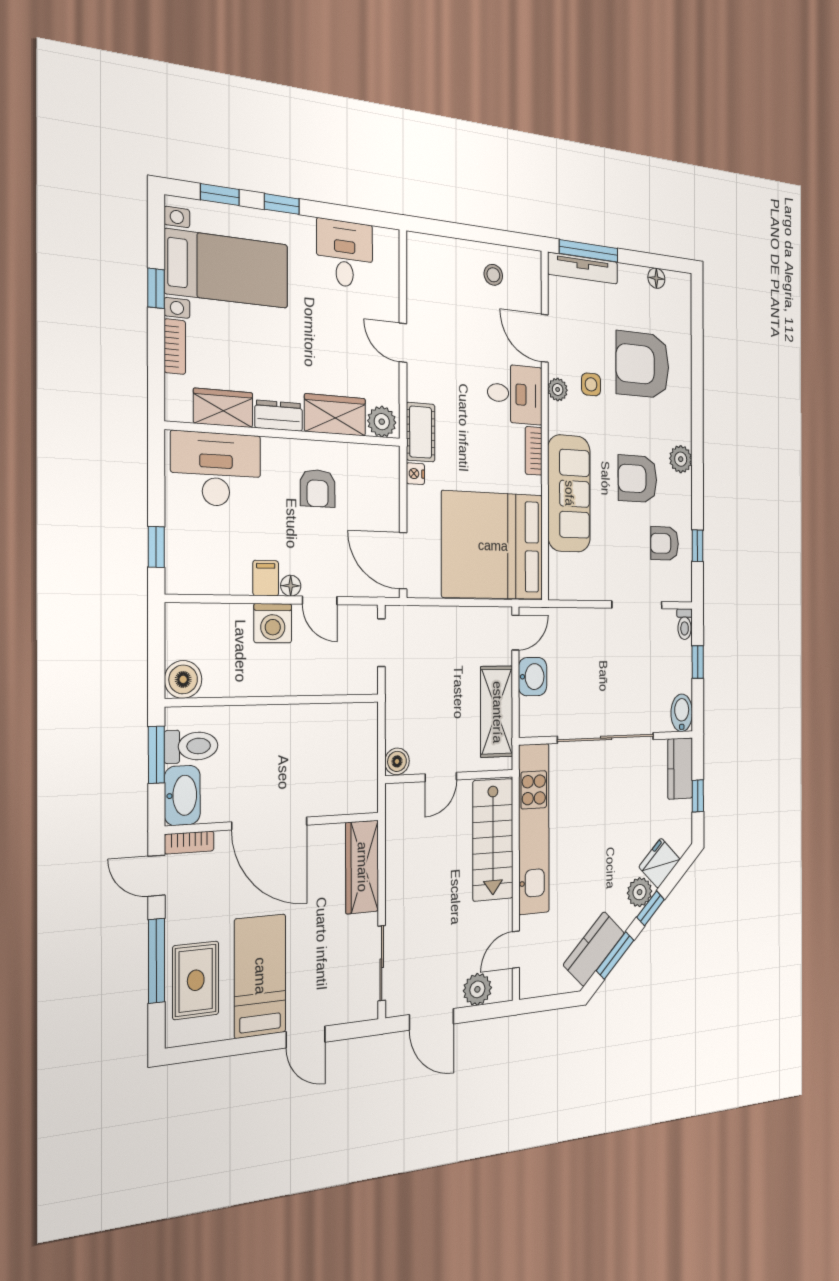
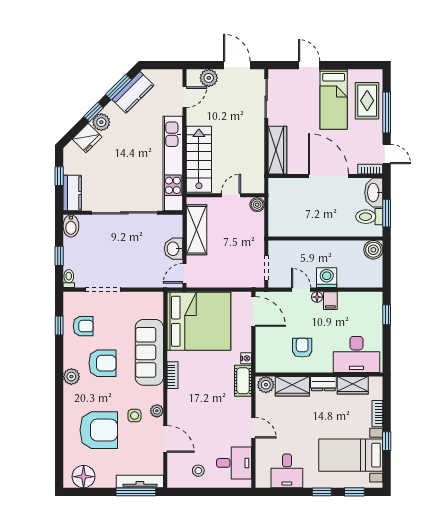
floor lamp: (656, 278) -> (84, 477), width x1.89, depth x1.89
desk: (515, 394) -> (234, 463), moved, turned 180

